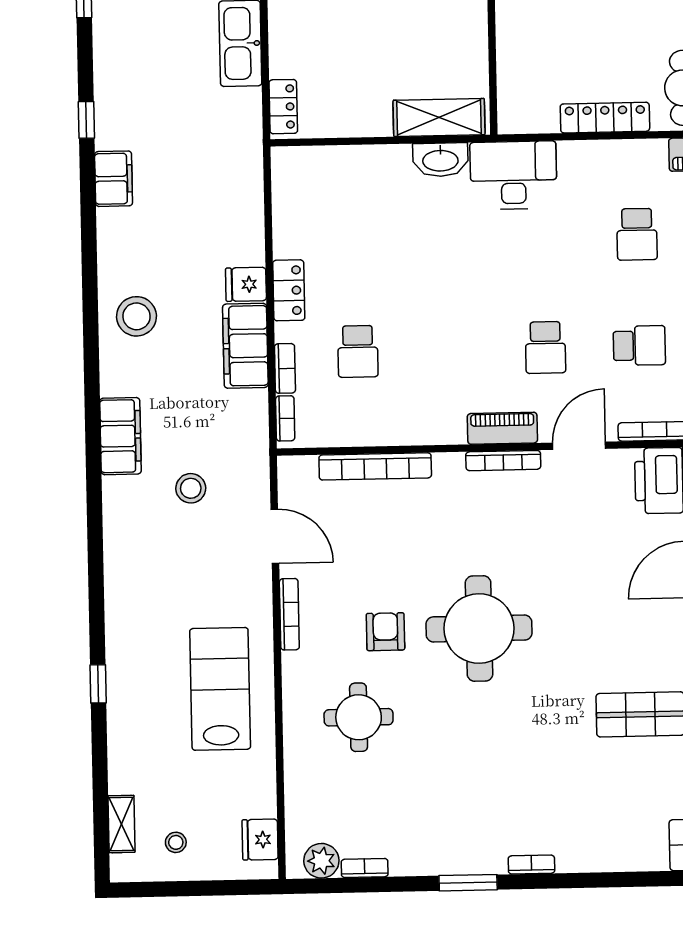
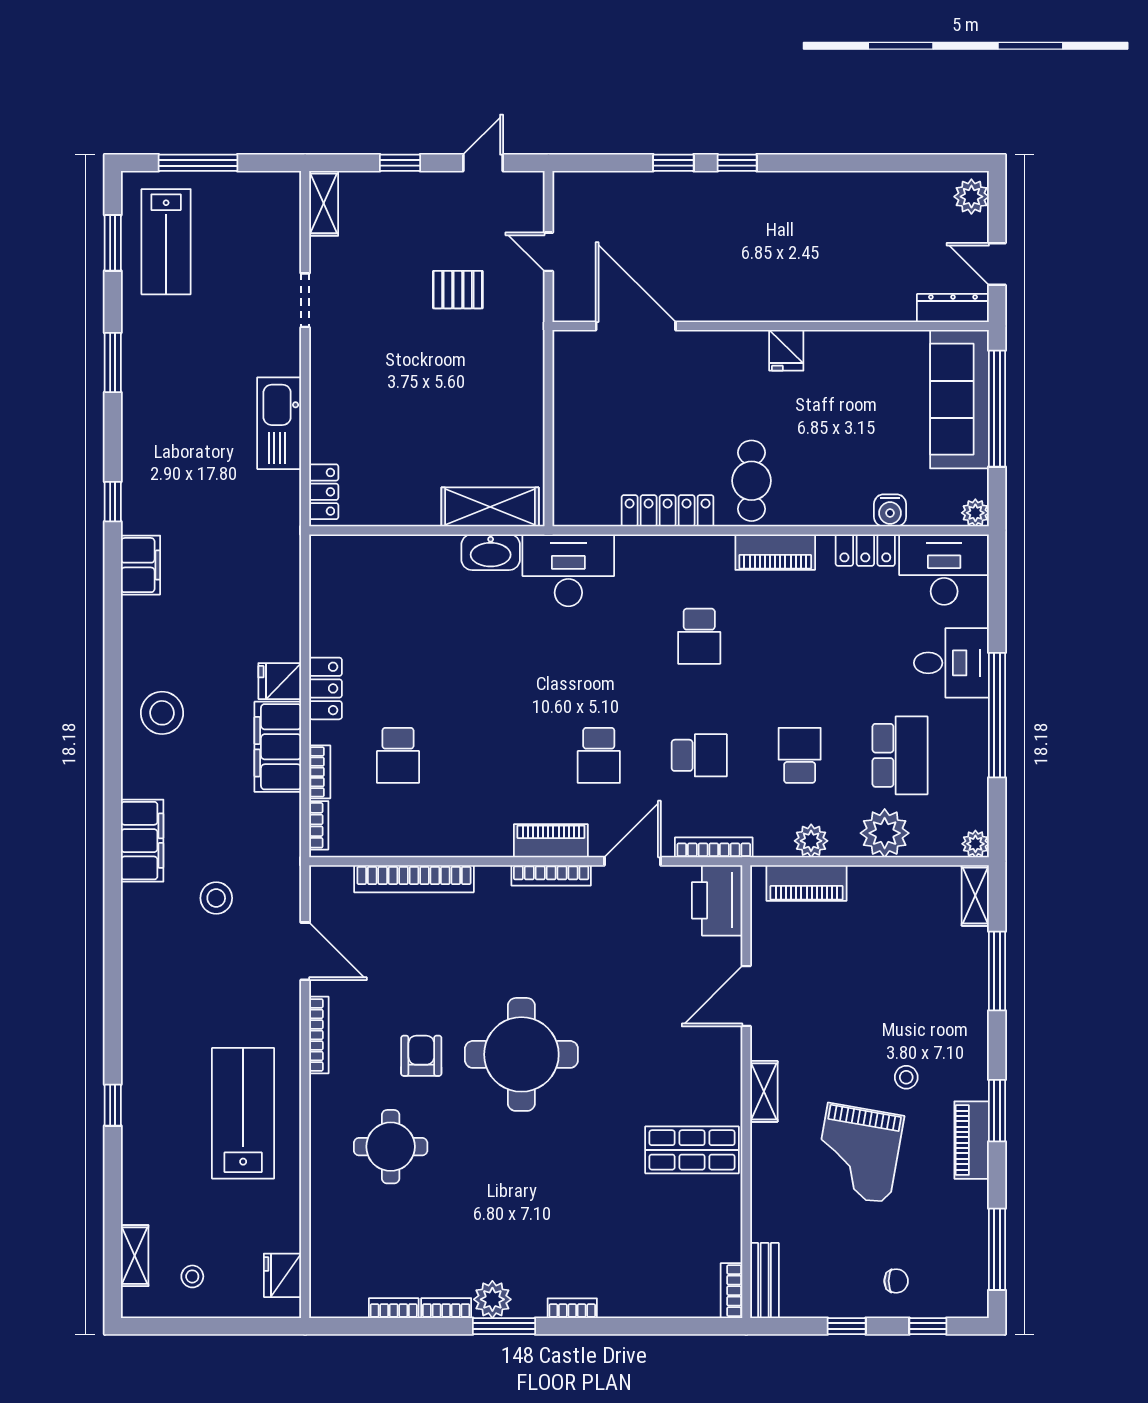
plant: (321, 861) -> (492, 1299), moved
bookcase: (414, 867) -> (446, 1308), added

